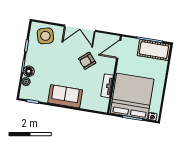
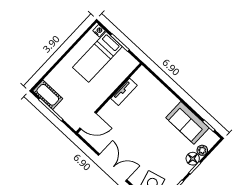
cot: (154, 50) -> (48, 95), width x0.73, depth x0.75
armchair: (87, 61) -> (127, 130), removed
sofa: (65, 96) -> (187, 123), moved
bed: (132, 96) -> (97, 57), width x0.49

